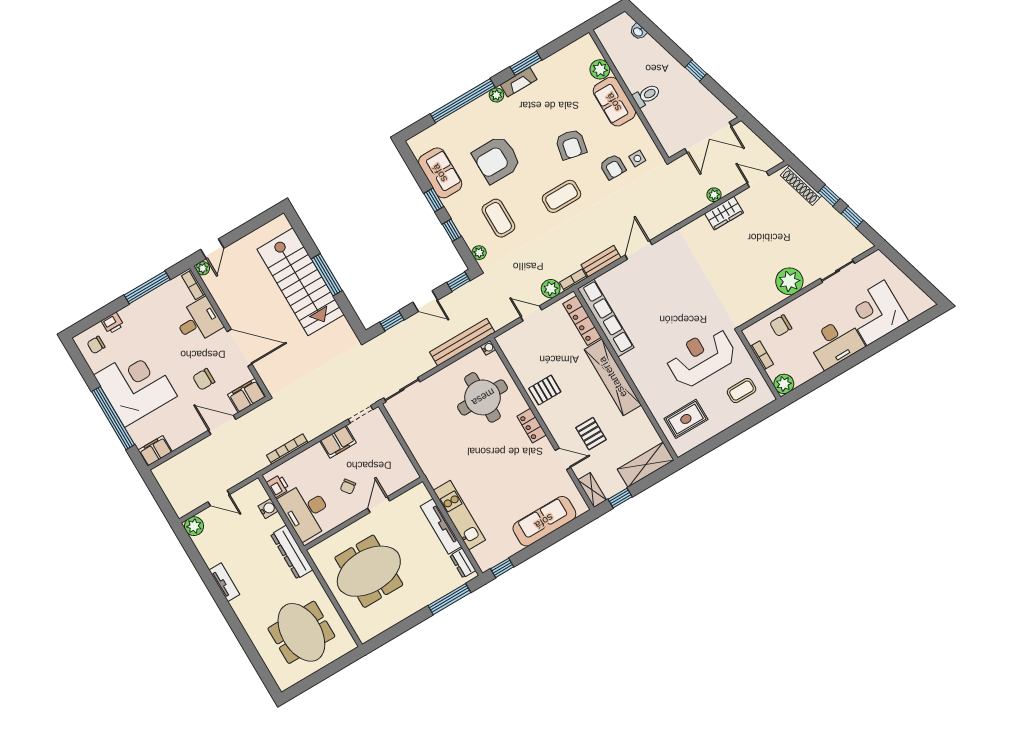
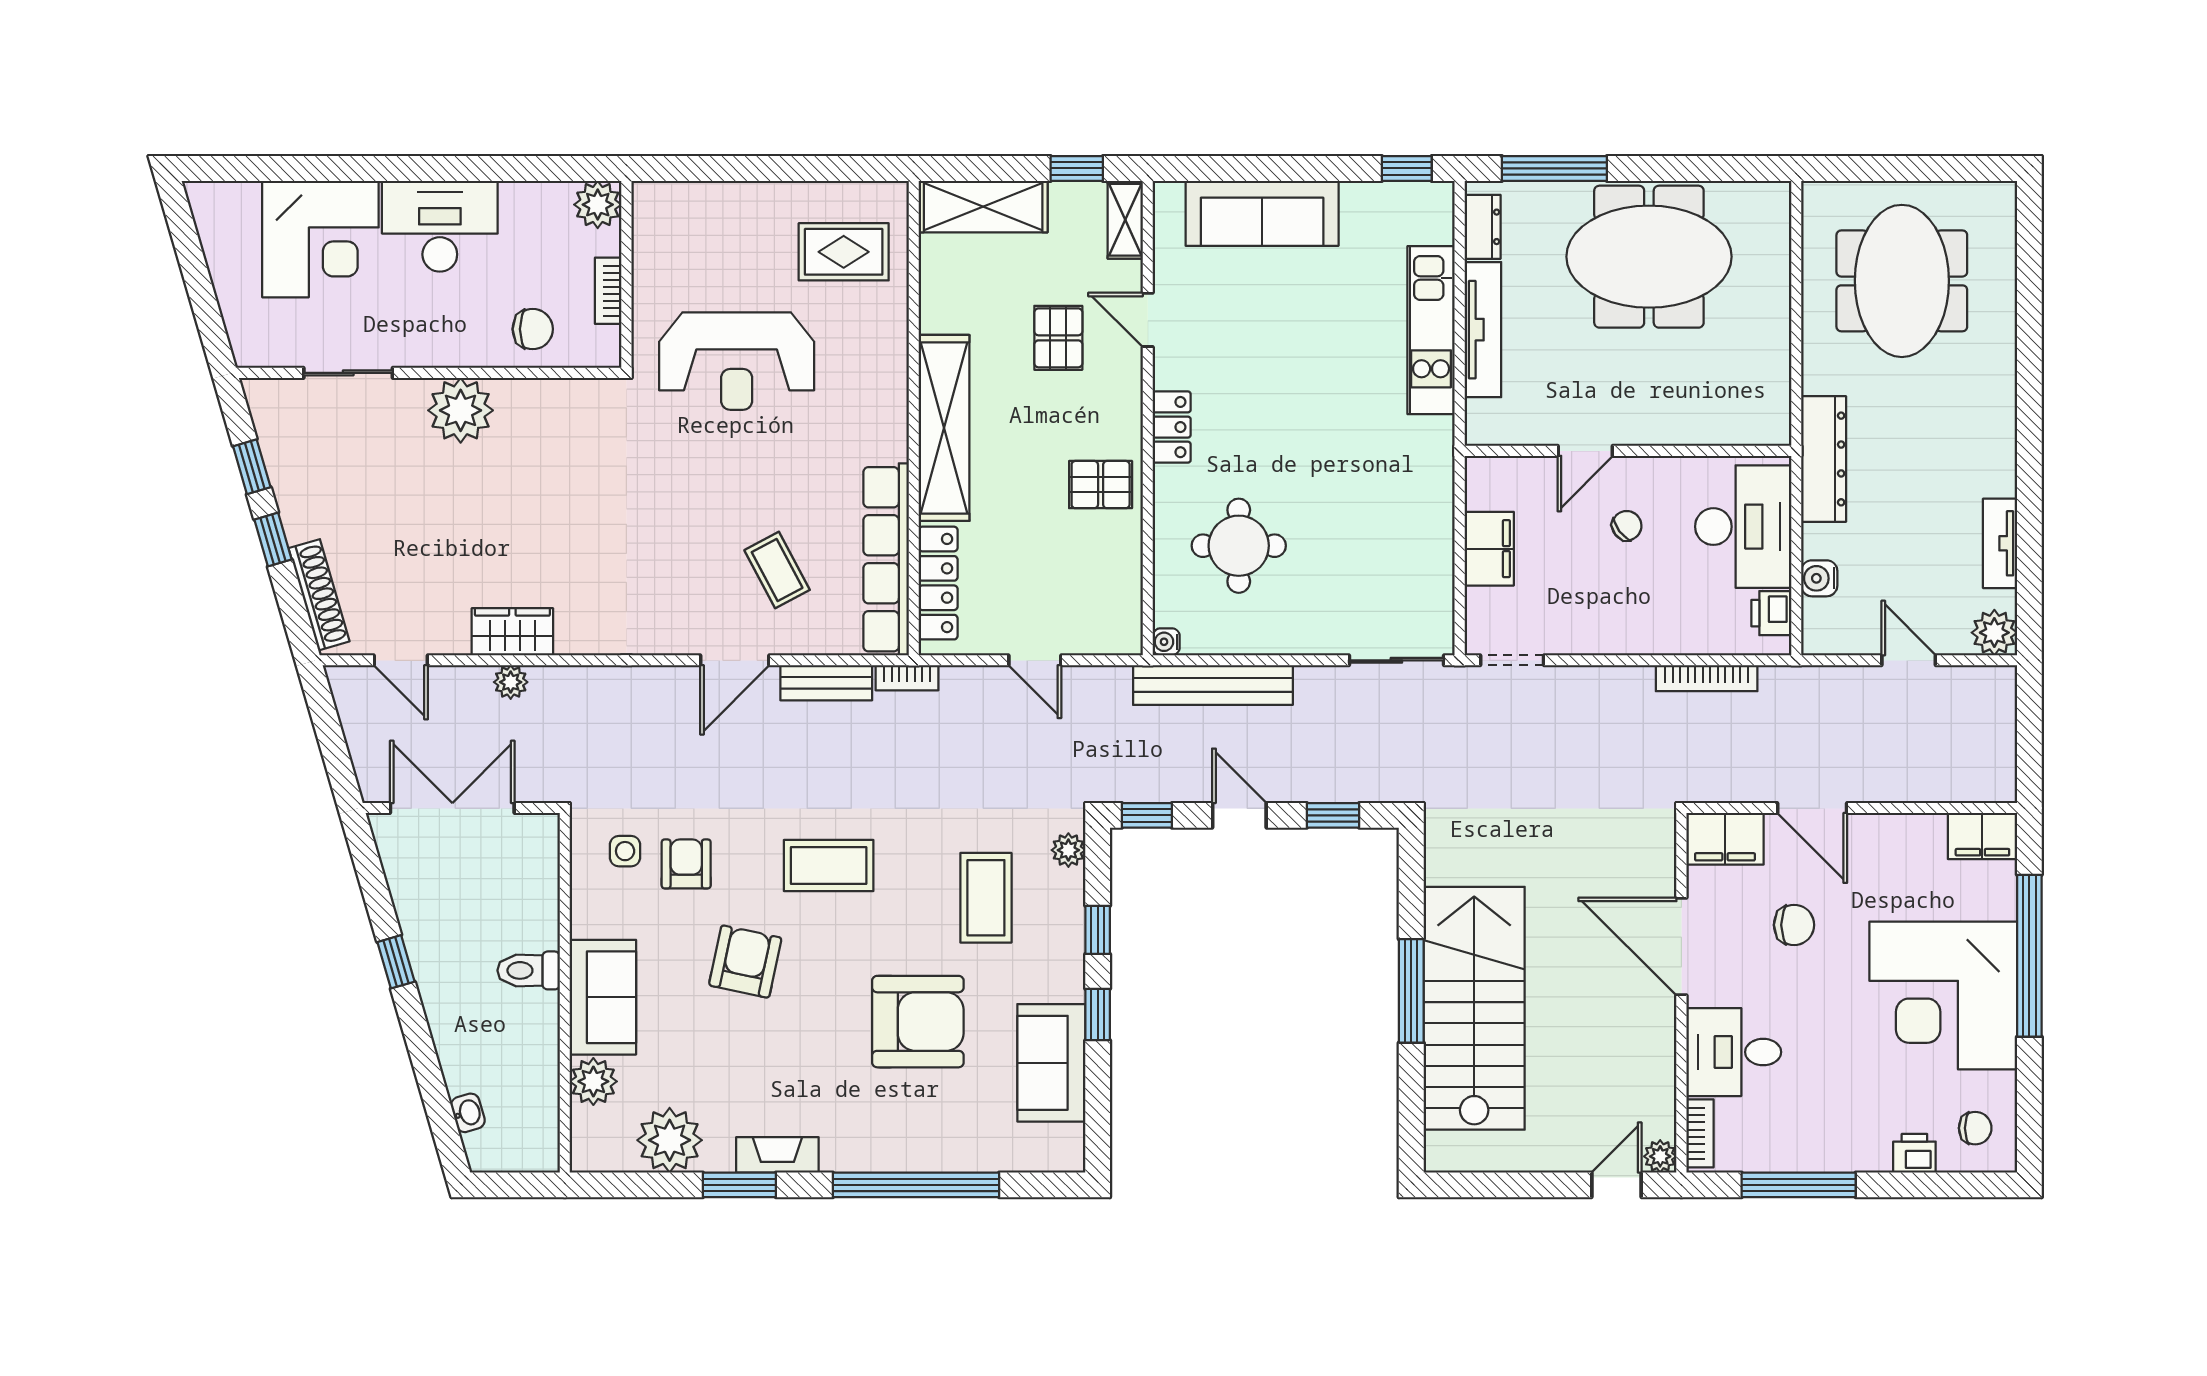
plant: (496, 95) -> (670, 1140), moved, width x1.88, depth x1.88
plant: (551, 289) -> (964, 688), removed
coffee table: (742, 391) -> (777, 570), moved, turned 62
round table: (483, 397) -> (1239, 546), width x0.73, depth x0.73
filing cabinet: (338, 442) -> (1489, 549), moved, turned 90
meeting table: (369, 571) -> (1649, 257), moved
tv unit: (224, 582) -> (2000, 543), moved

